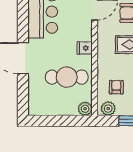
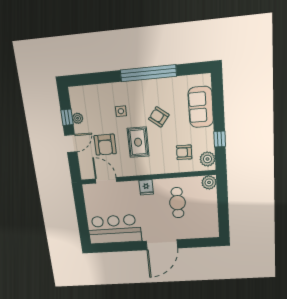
cafe table: (67, 77) -> (177, 203), width x0.73, depth x0.74

